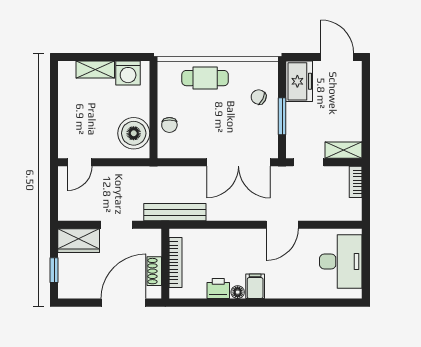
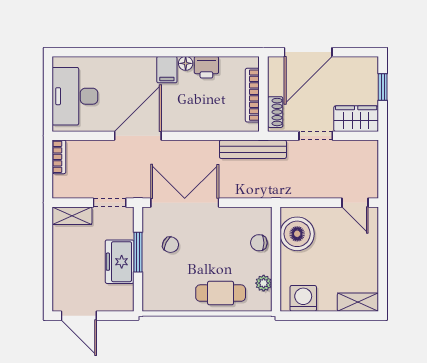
shelving: (95, 70) -> (358, 302), moved
freezer: (299, 81) -> (120, 262), moved
plant: (165, 87) -> (264, 283), added
chair: (259, 97) -> (171, 245), moved
chair: (169, 125) -> (259, 243), turned -90
door: (80, 162) -> (355, 203), swing flipped
bookcase: (356, 182) -> (59, 157), moved
door: (282, 225) -> (138, 136), width x1.36
shoe rack: (154, 271) -> (275, 112), moved

